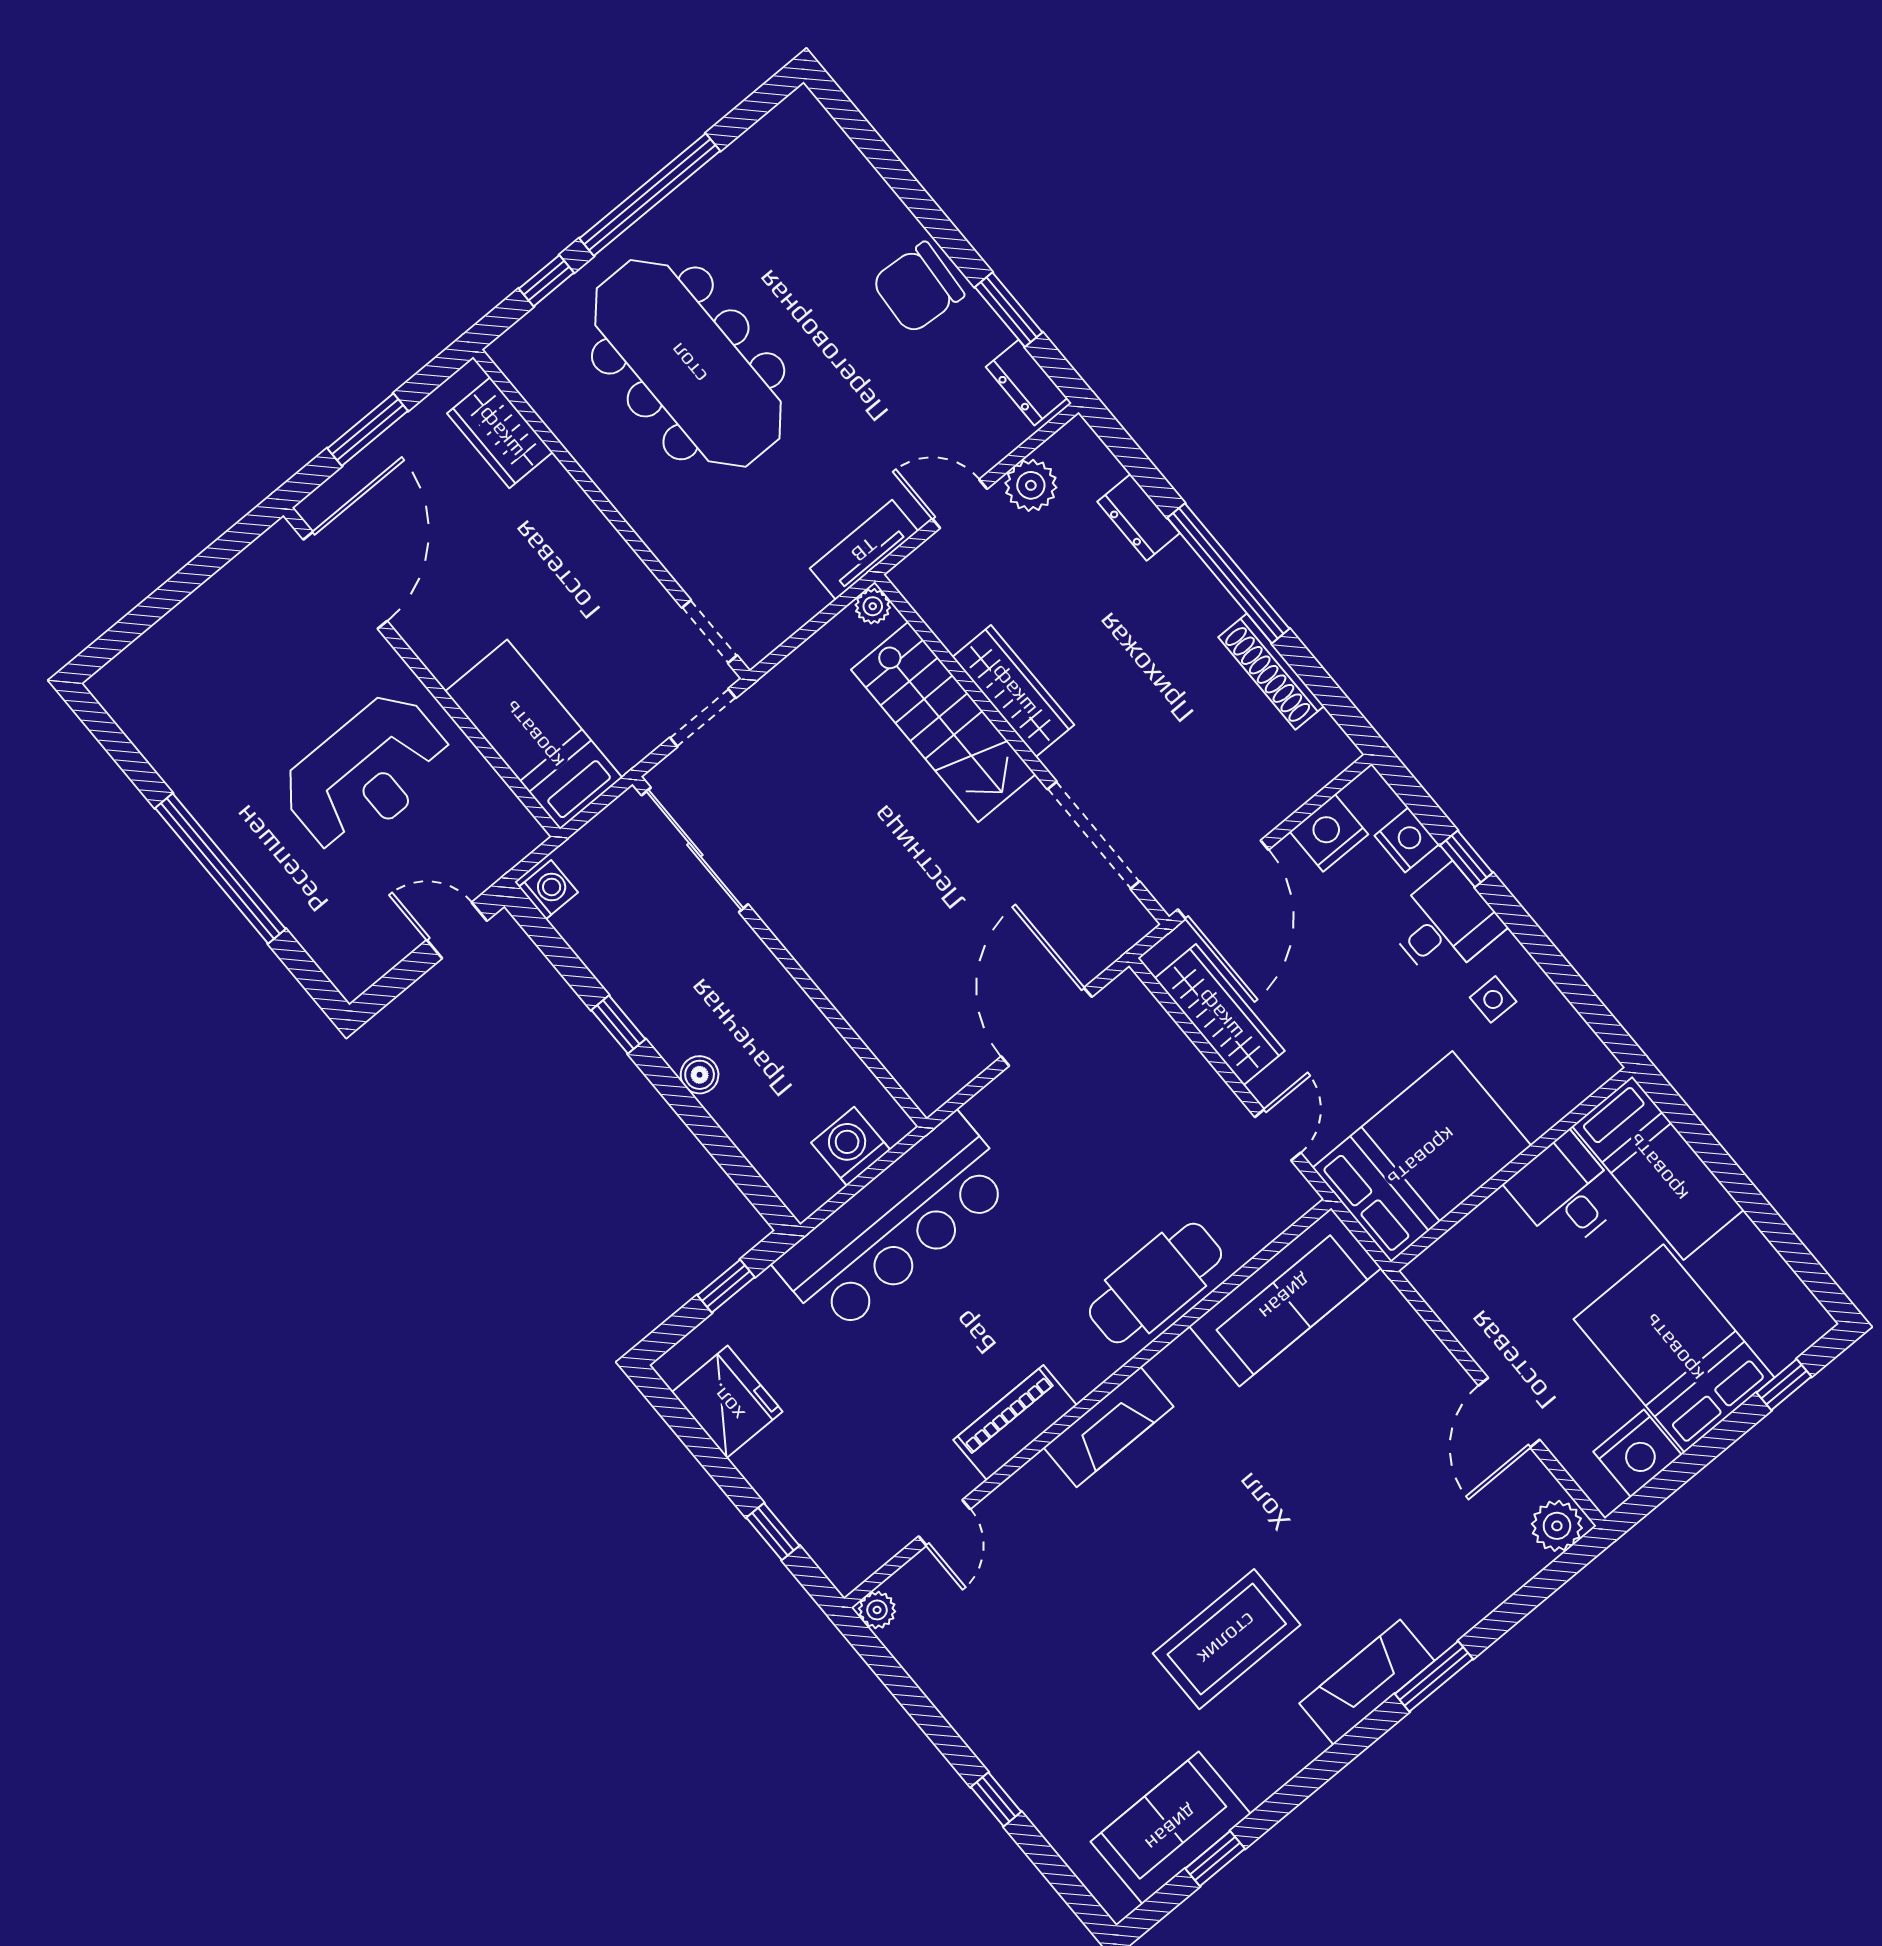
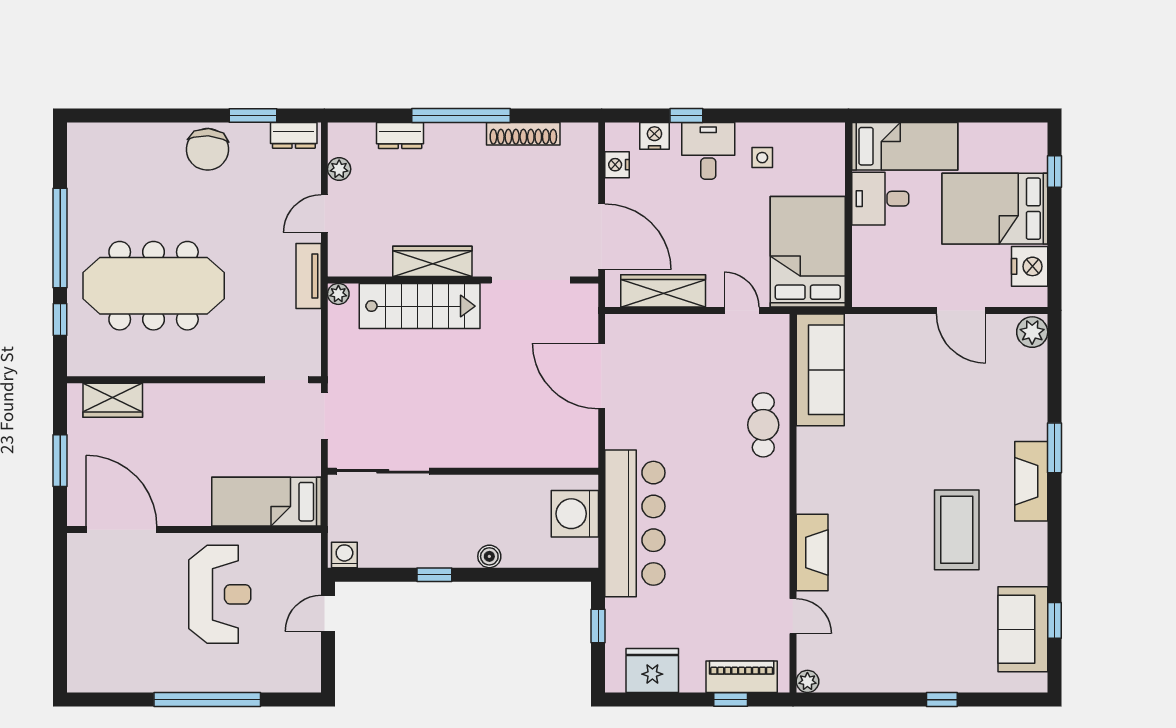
plant: (1031, 485) -> (339, 169), width x0.73, depth x0.73
nightstand: (1329, 833) -> (617, 165), width x0.74, depth x0.75
washing machine: (851, 1146) -> (575, 514), width x1.37, depth x1.37
cafe table: (1155, 1283) -> (763, 425), width x0.73, depth x0.74
piano: (1015, 1423) -> (742, 677), moved, turned 90
fireplace: (1108, 1427) -> (812, 553), moved

